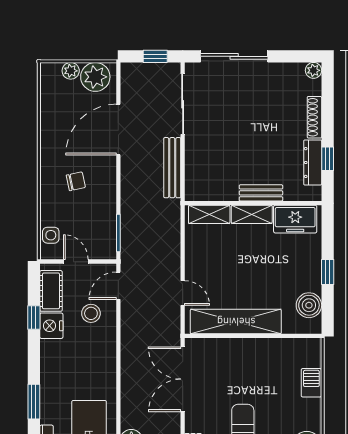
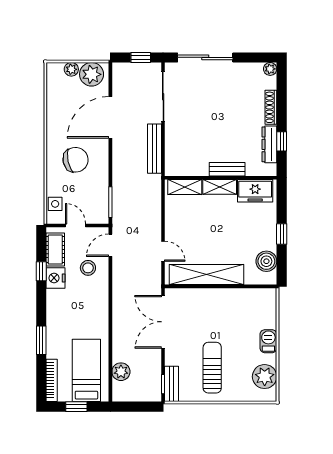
chair: (76, 181) -> (76, 160), width x1.87, depth x1.87
barbecue: (311, 383) -> (268, 341), moved

